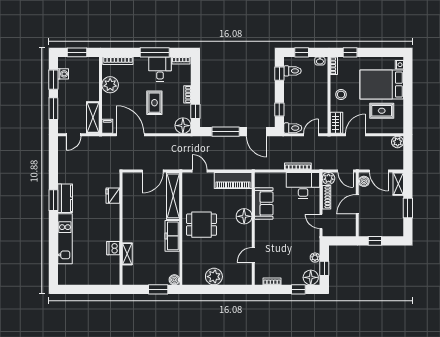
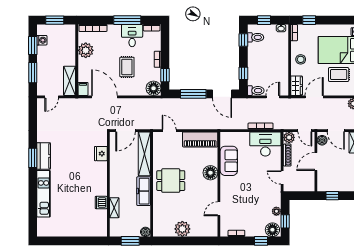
fridge: (113, 196) -> (101, 154), moved
wall: (121, 229) -> (108, 184), moved
dishwasher: (113, 248) -> (101, 203), moved
shelving: (127, 254) -> (114, 208), moved

